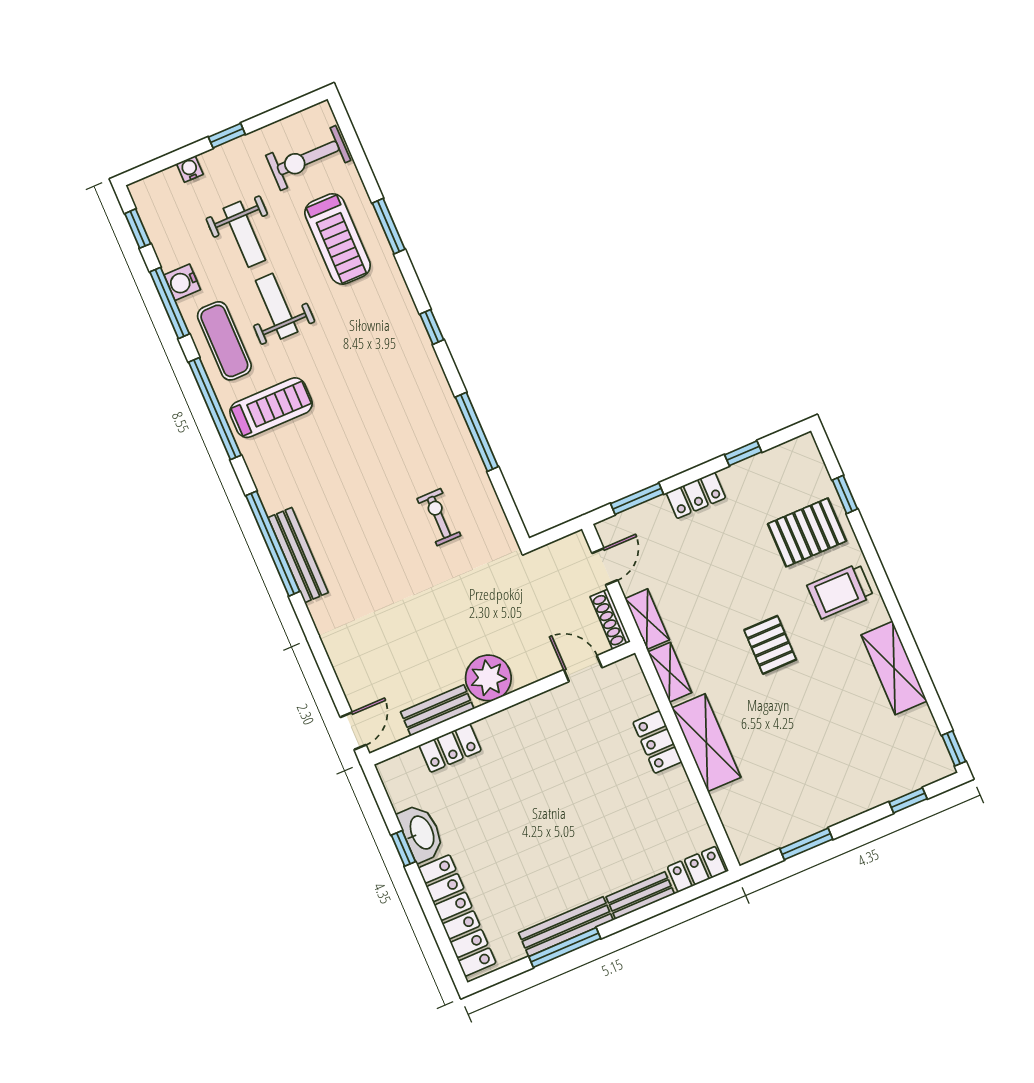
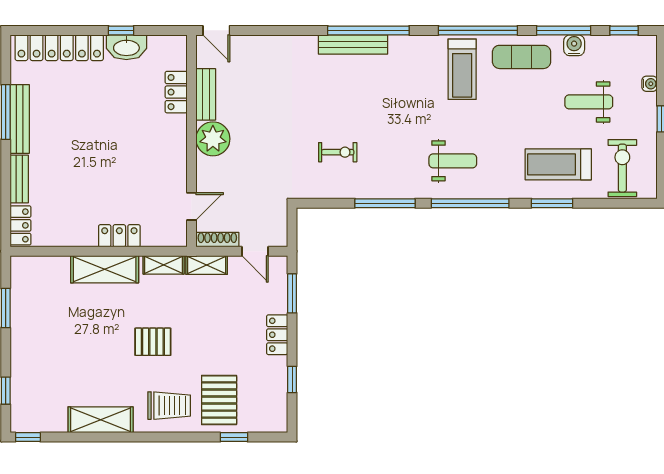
weight bench: (277, 306) -> (453, 161), moved
window: (432, 327) -> (470, 203), width x3.17
trolley: (840, 591) -> (169, 406), turned 90

